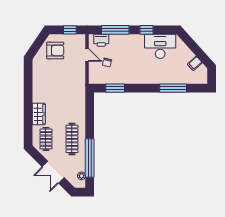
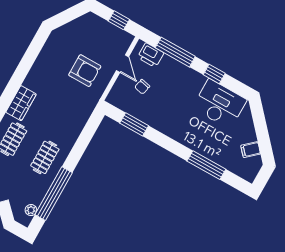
armchair: (55, 50) -> (85, 71), moved
clothes rail: (72, 139) -> (45, 157), width x0.73

